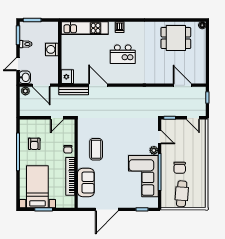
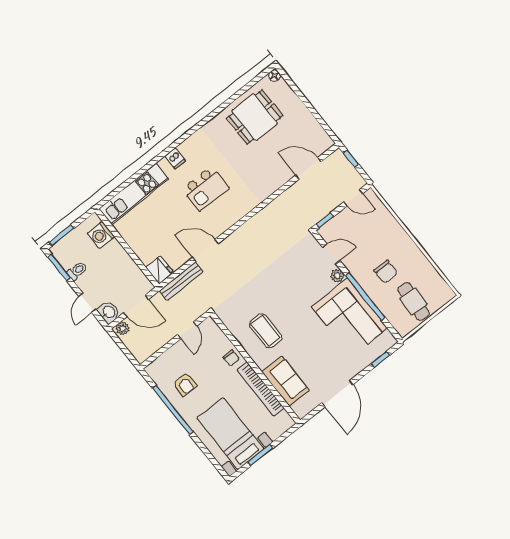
washing machine: (52, 49) -> (101, 235), moved

